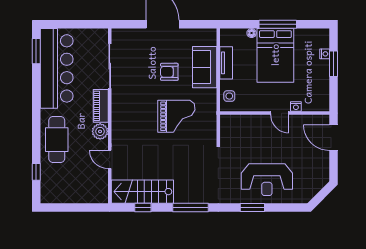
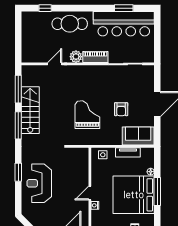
window: (36, 51) -> (124, 8), moved
bed: (275, 55) -> (134, 195), width x1.36
sofa: (205, 67) -> (138, 136), moved
armchair: (169, 72) -> (121, 109), turned 180
grand piano: (176, 116) -> (87, 115), turned 180
stairs: (142, 192) -> (30, 110), moved
window: (143, 207) -> (18, 89), width x2.17

